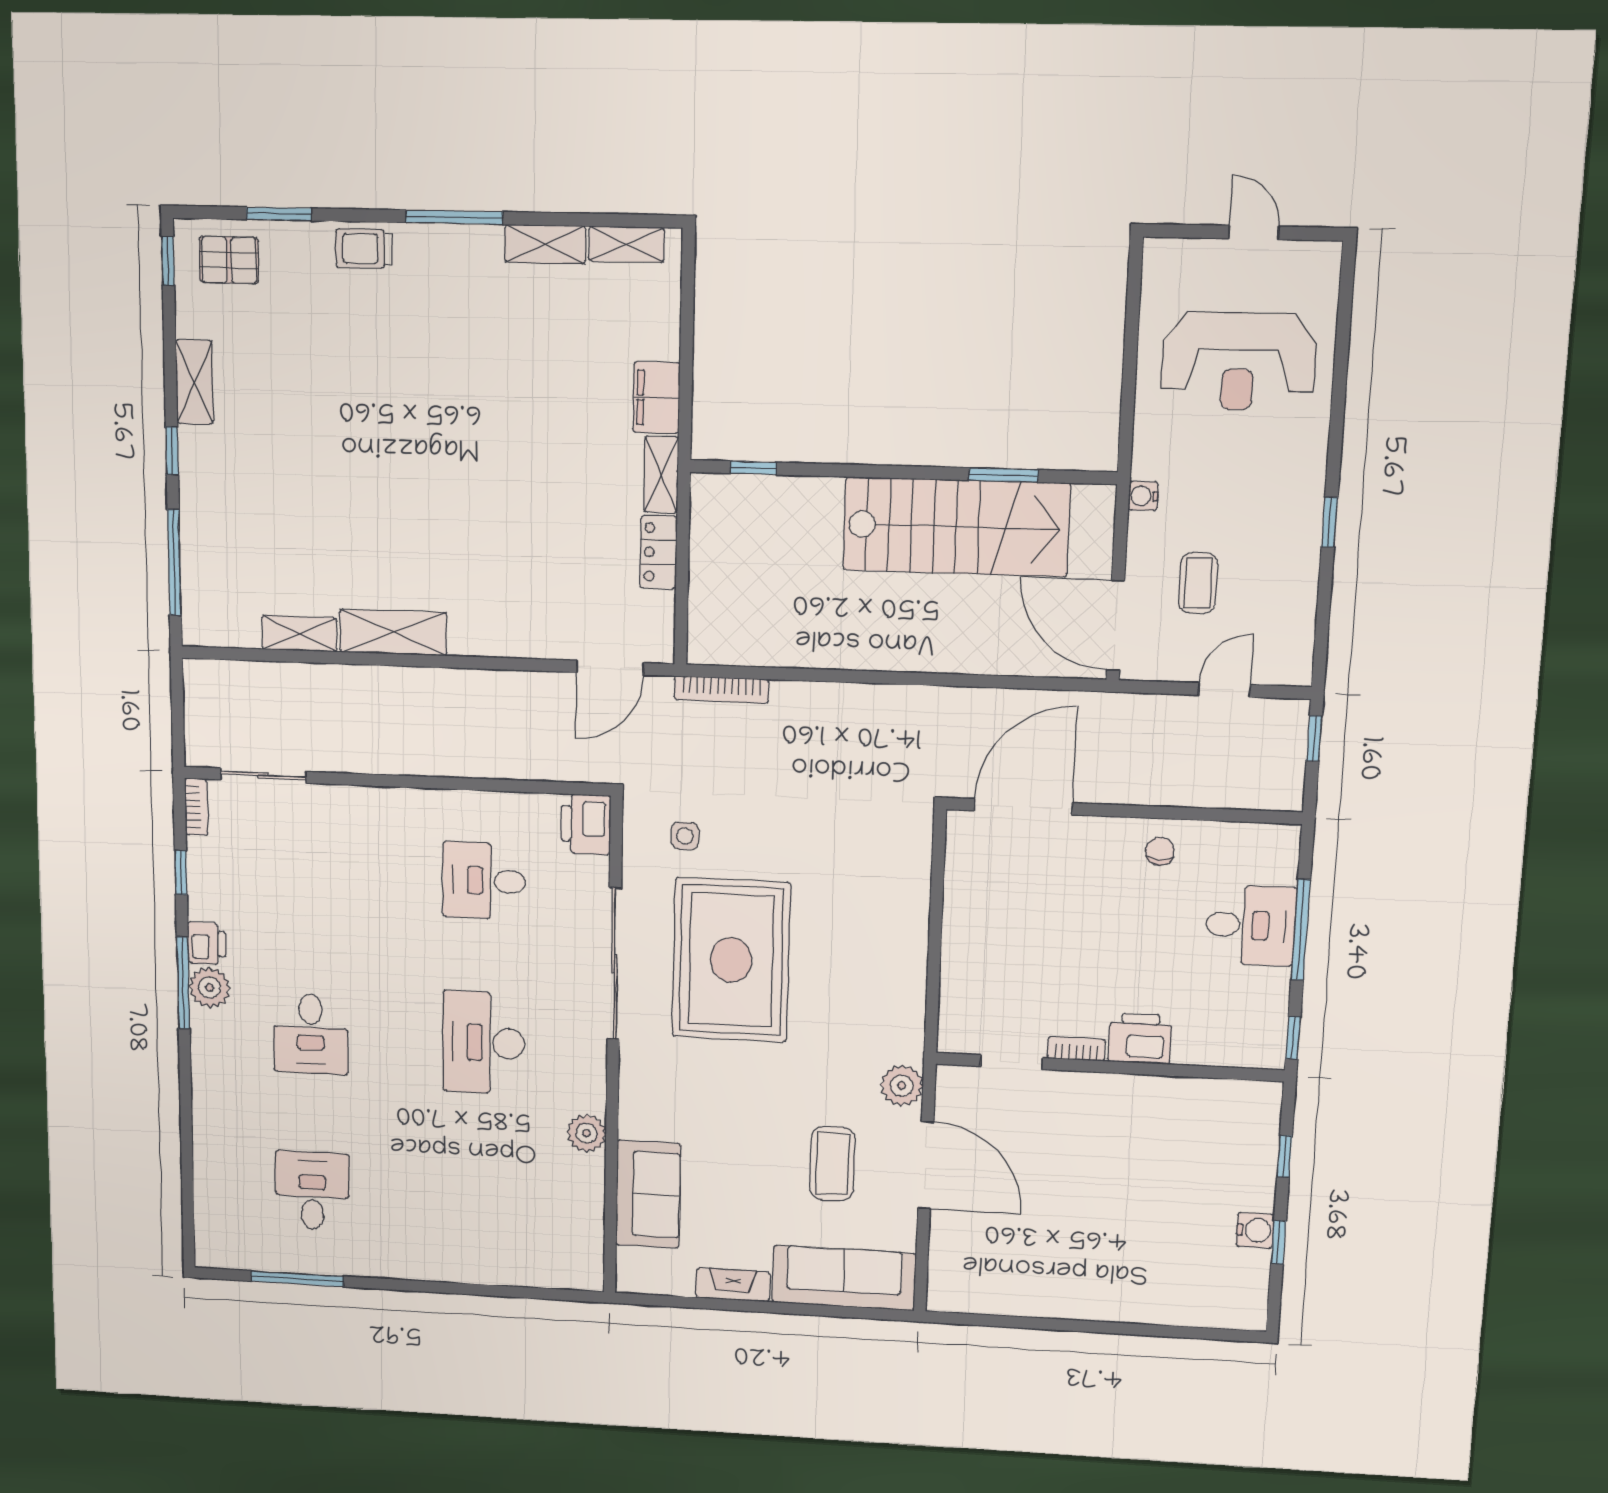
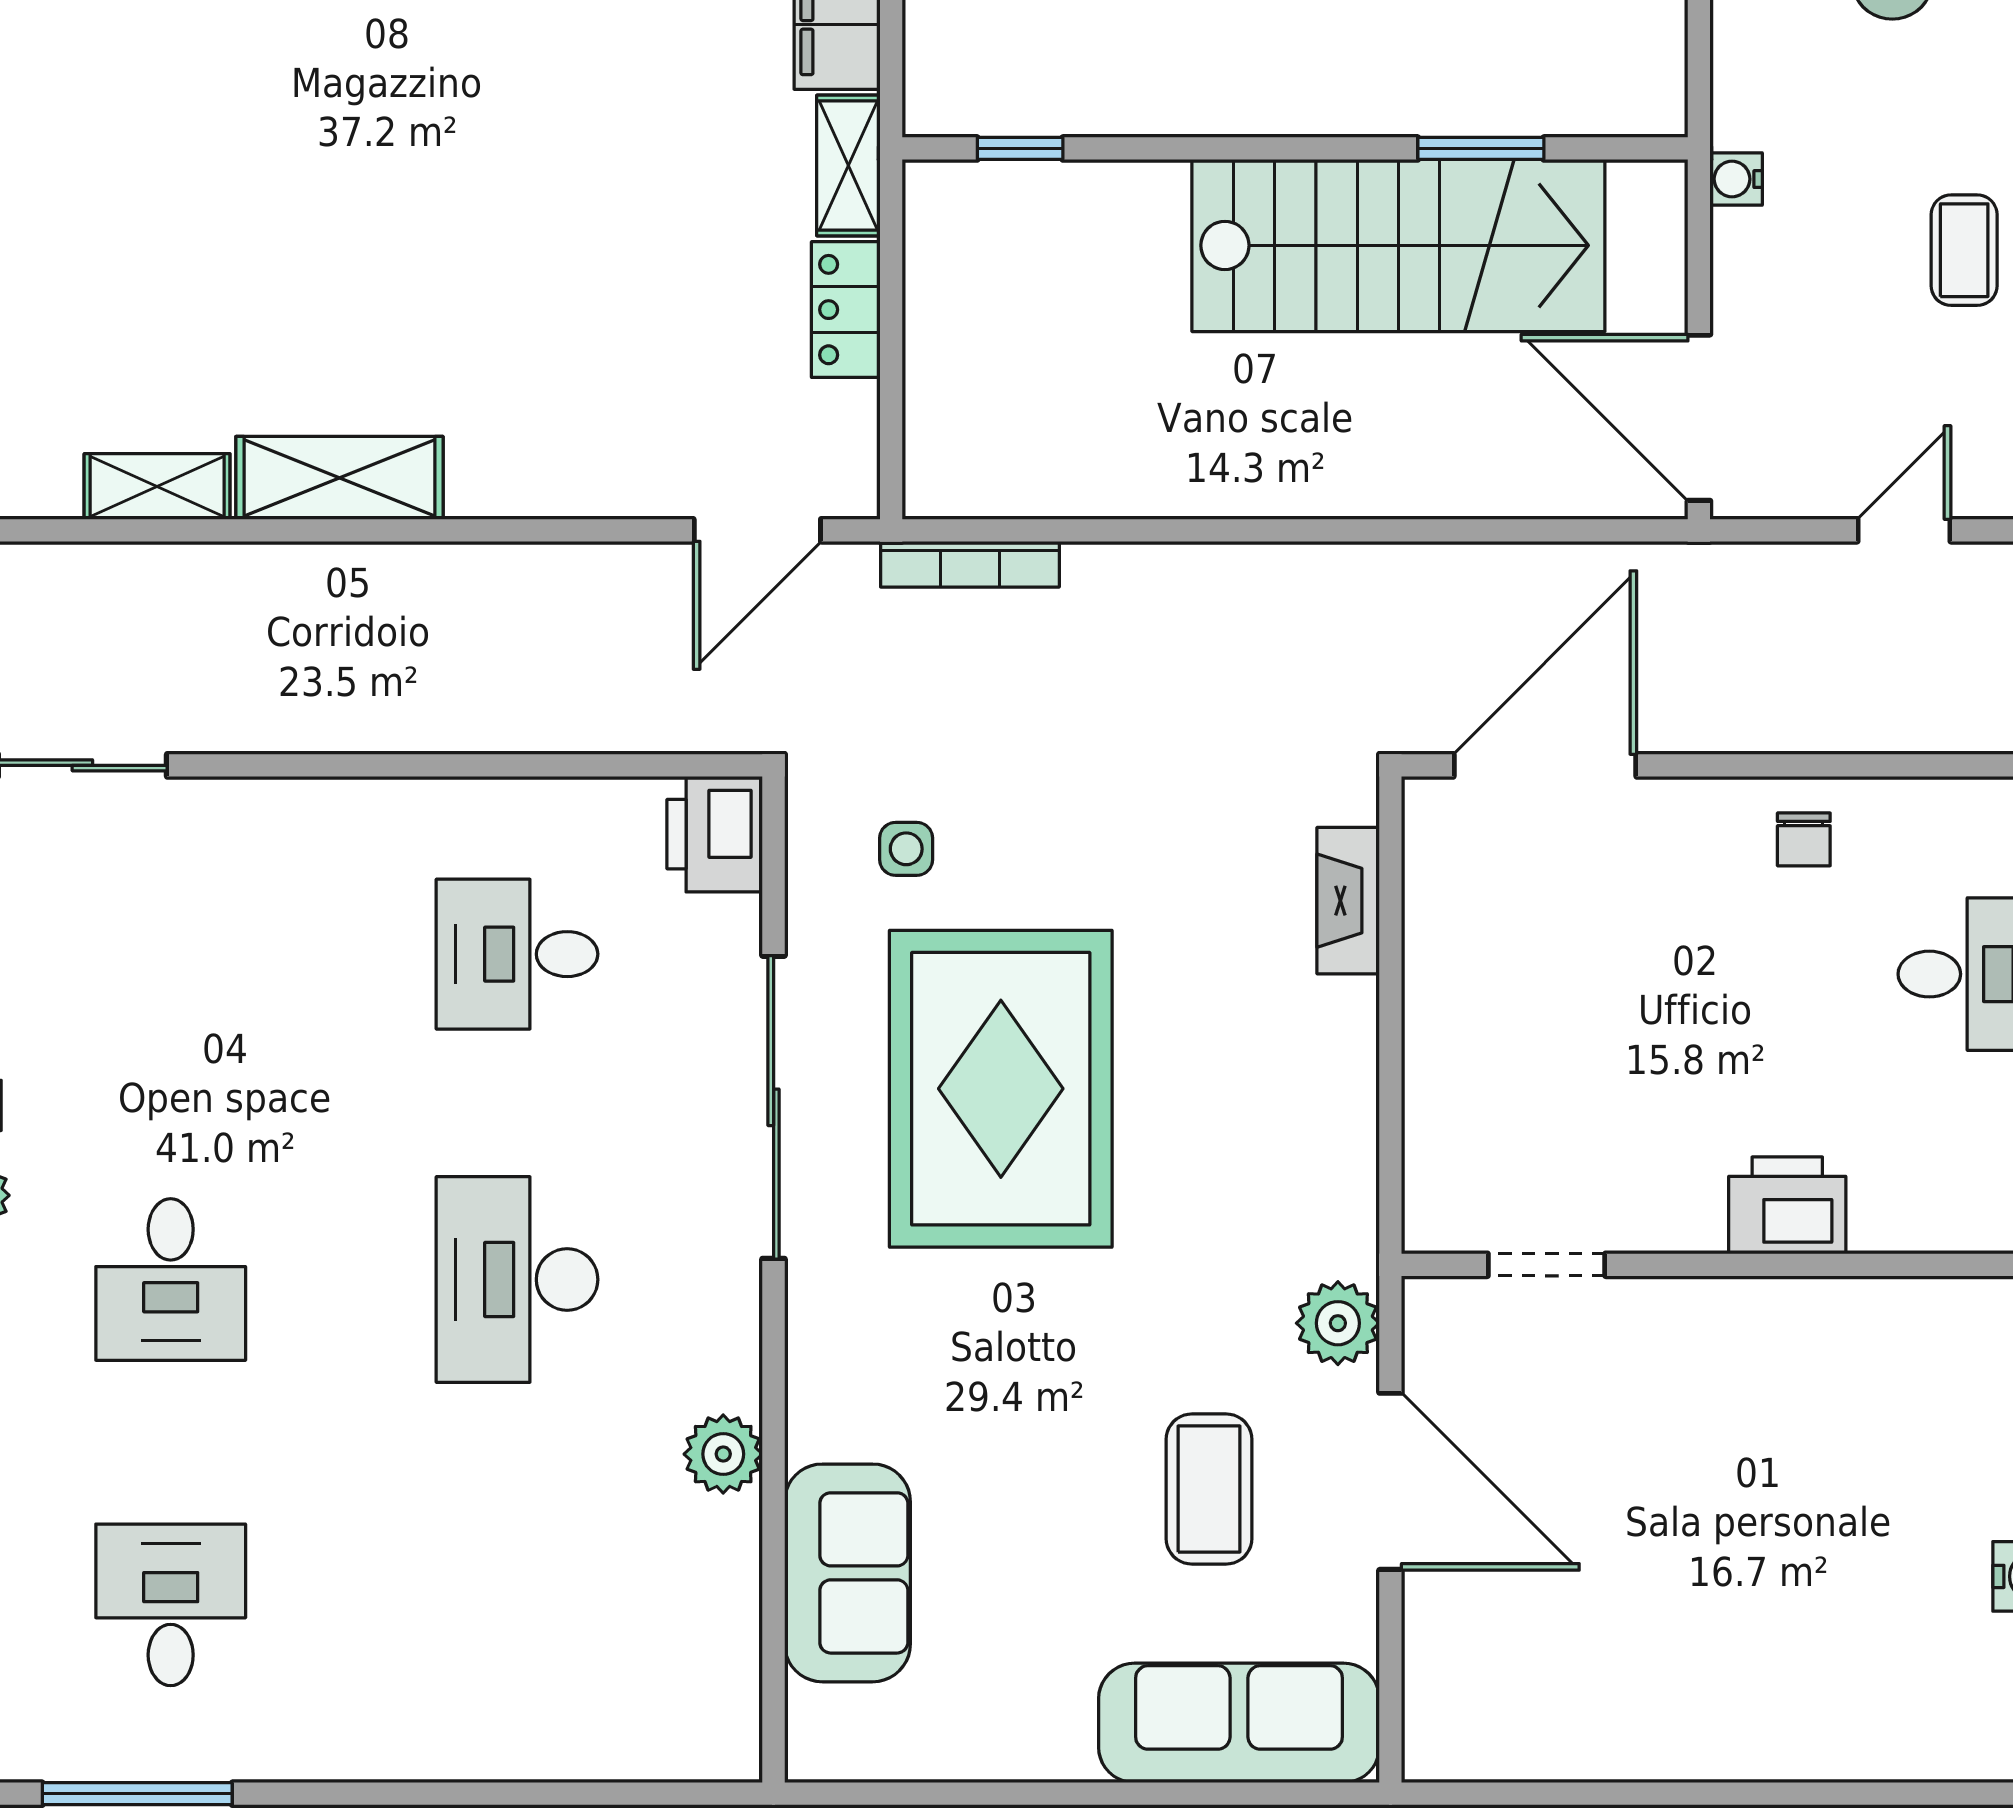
coffee table: (1198, 583) -> (1964, 250), moved
chair: (1160, 851) -> (1804, 839), turned 180
bookcase: (1076, 1049) -> (1668, 1232), removed
fireplace: (733, 1285) -> (1348, 901), moved, turned -90

